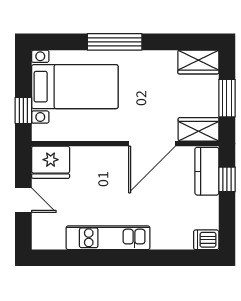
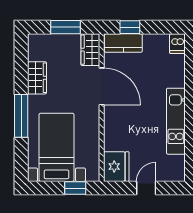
wardrobe: (198, 62) -> (37, 78), moved

